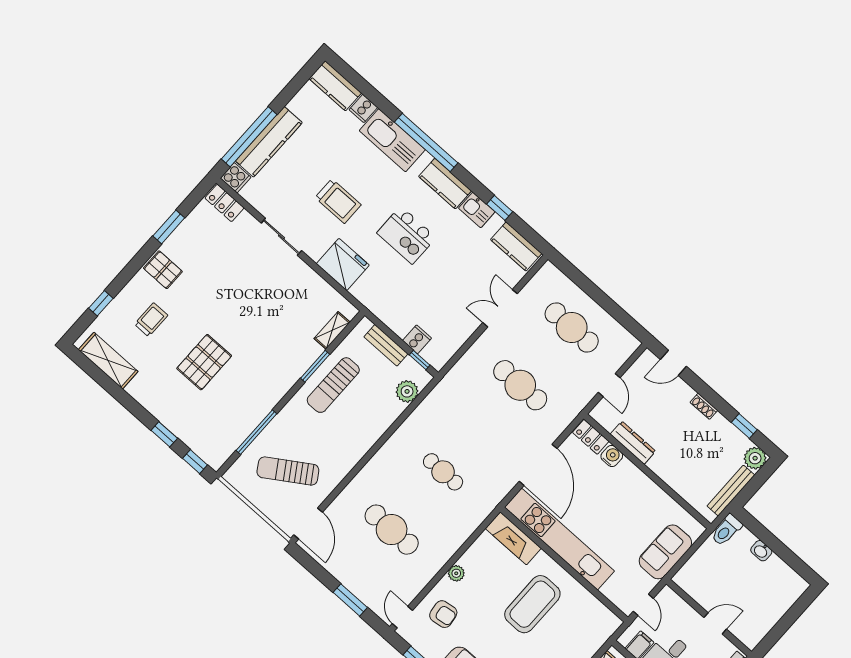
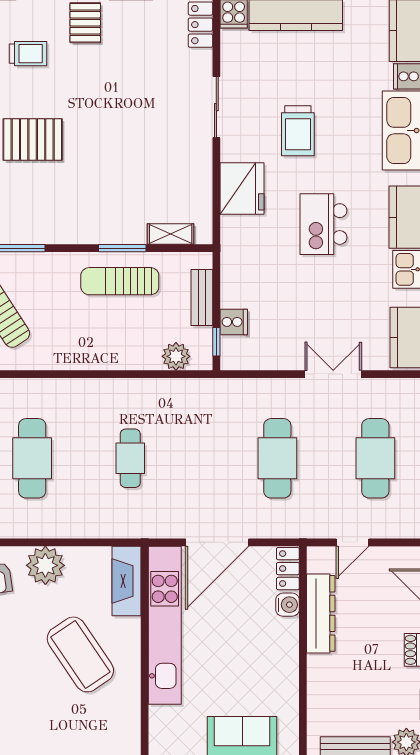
dresser: (633, 443) -> (321, 613), width x1.37, depth x1.24
plant: (456, 573) -> (45, 565), width x1.87, depth x1.87
coffee table: (532, 604) -> (80, 654), turned 56

